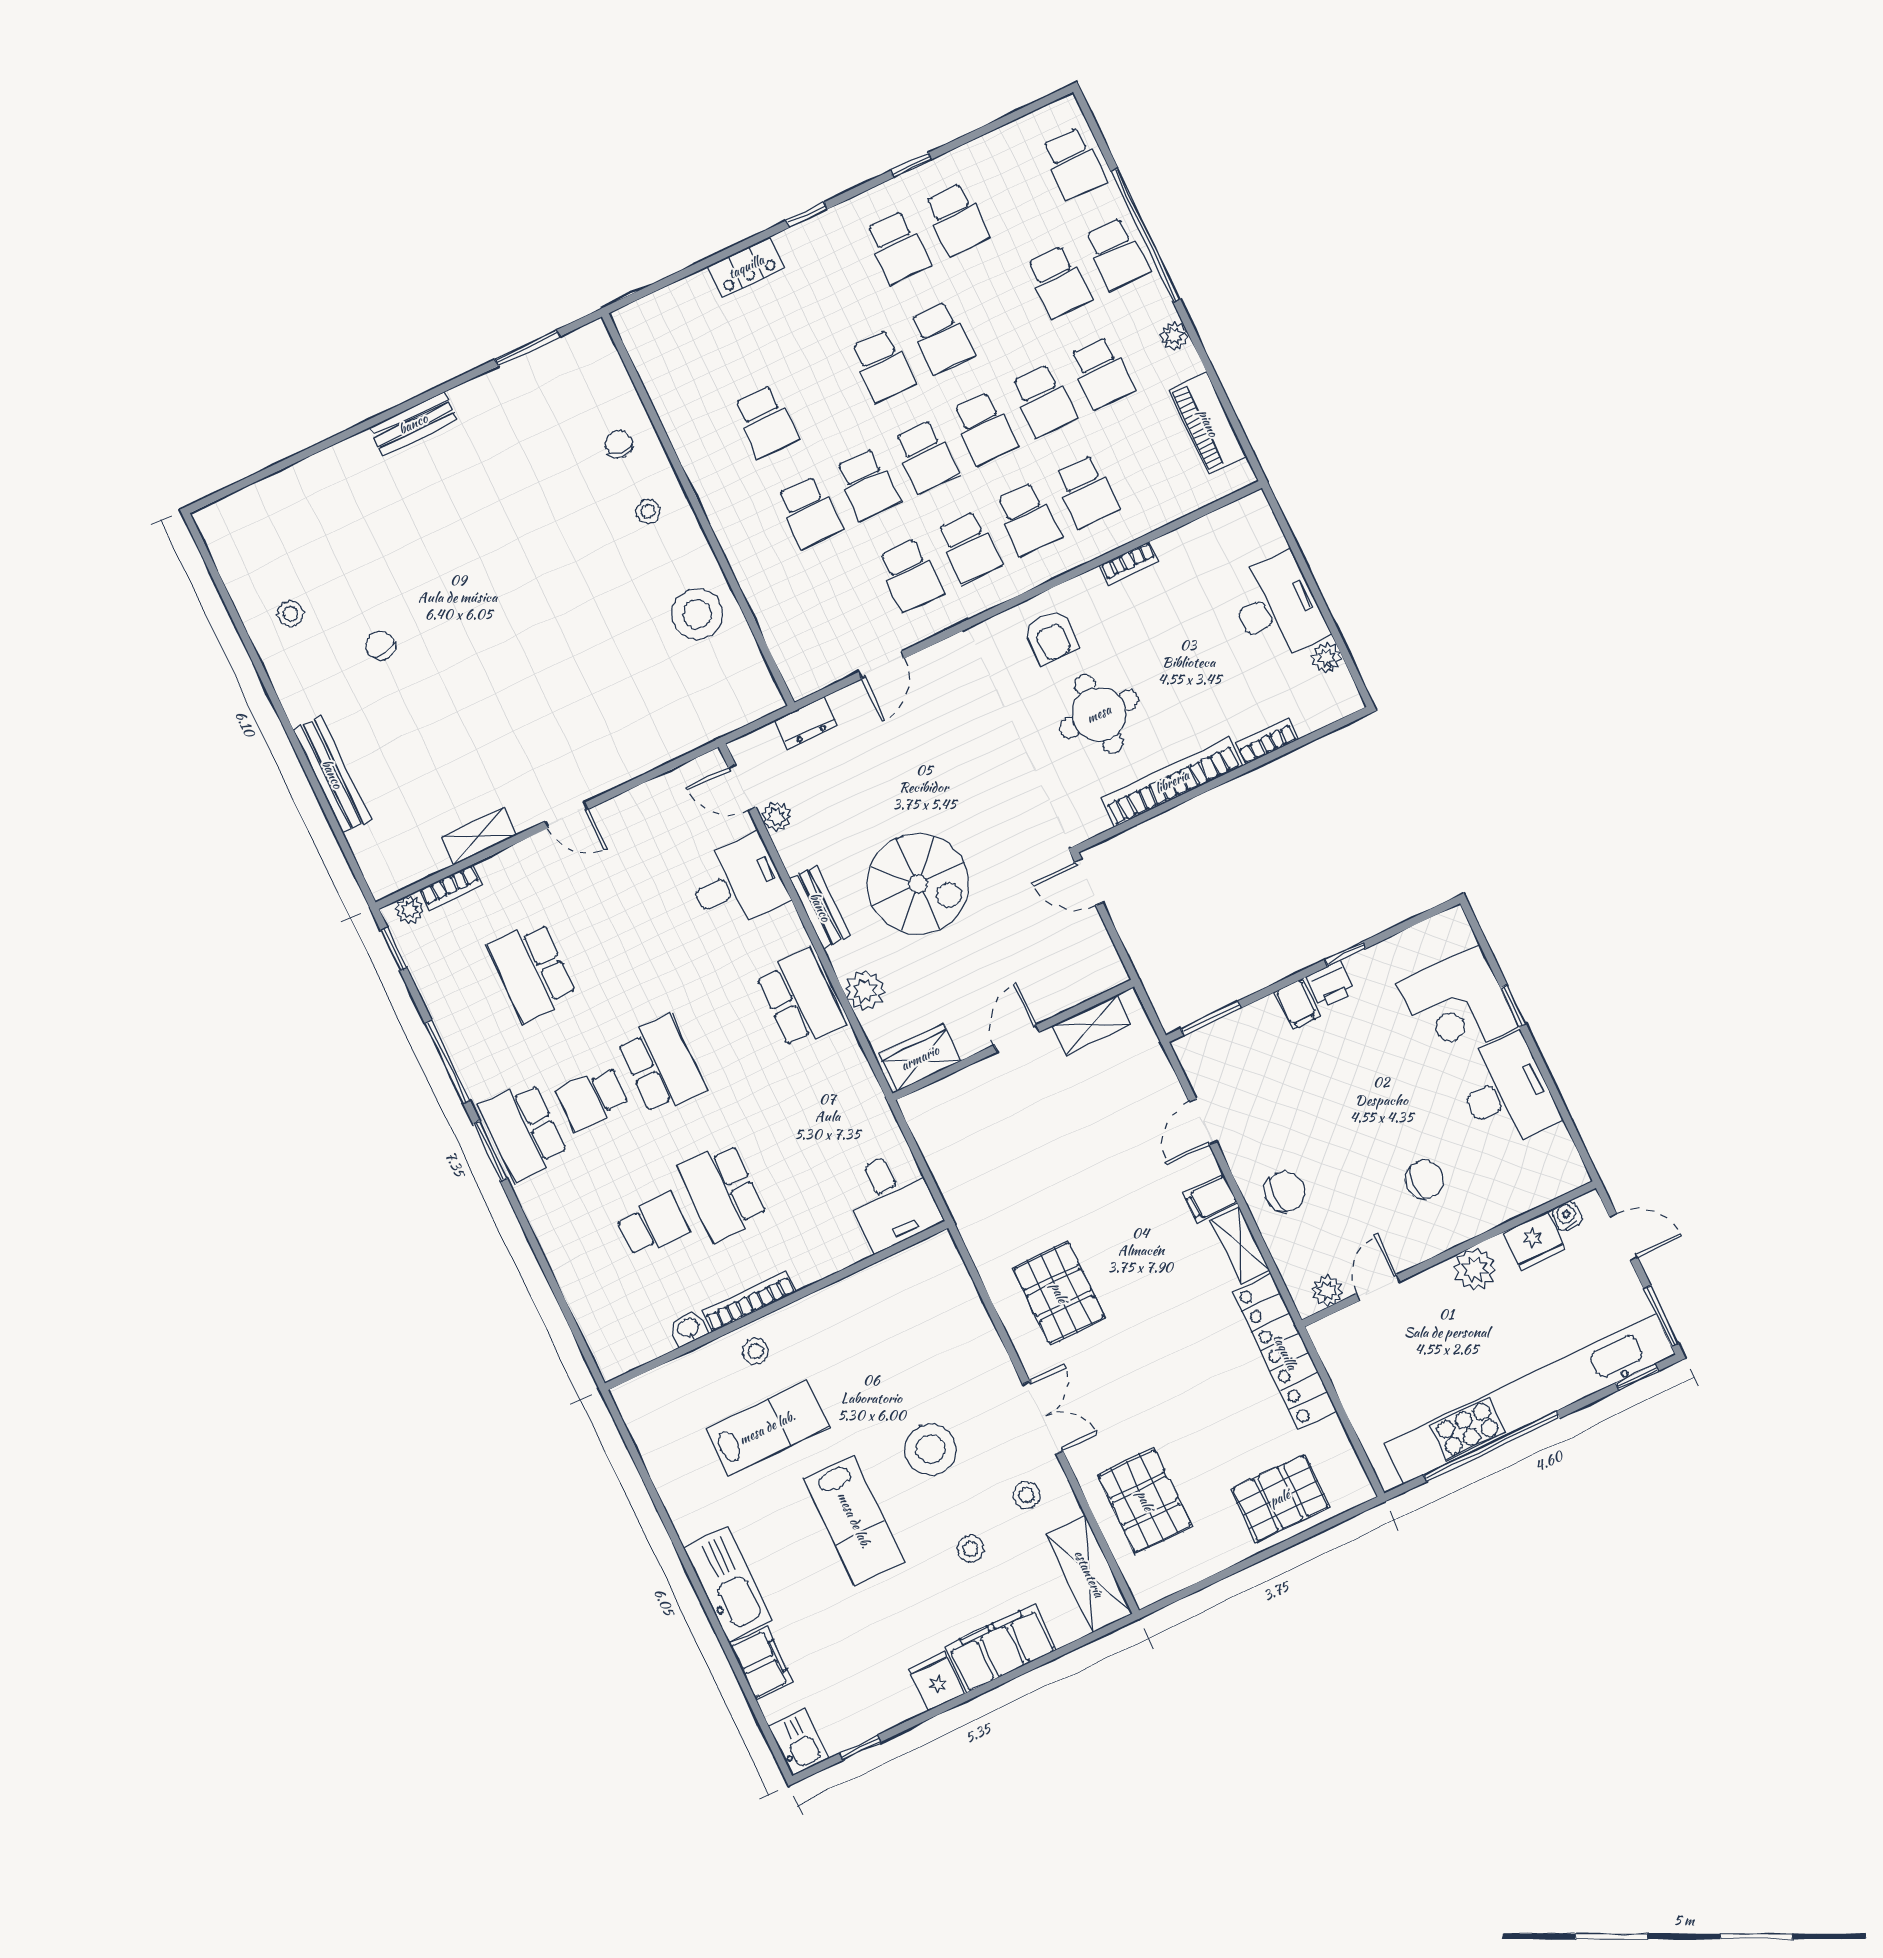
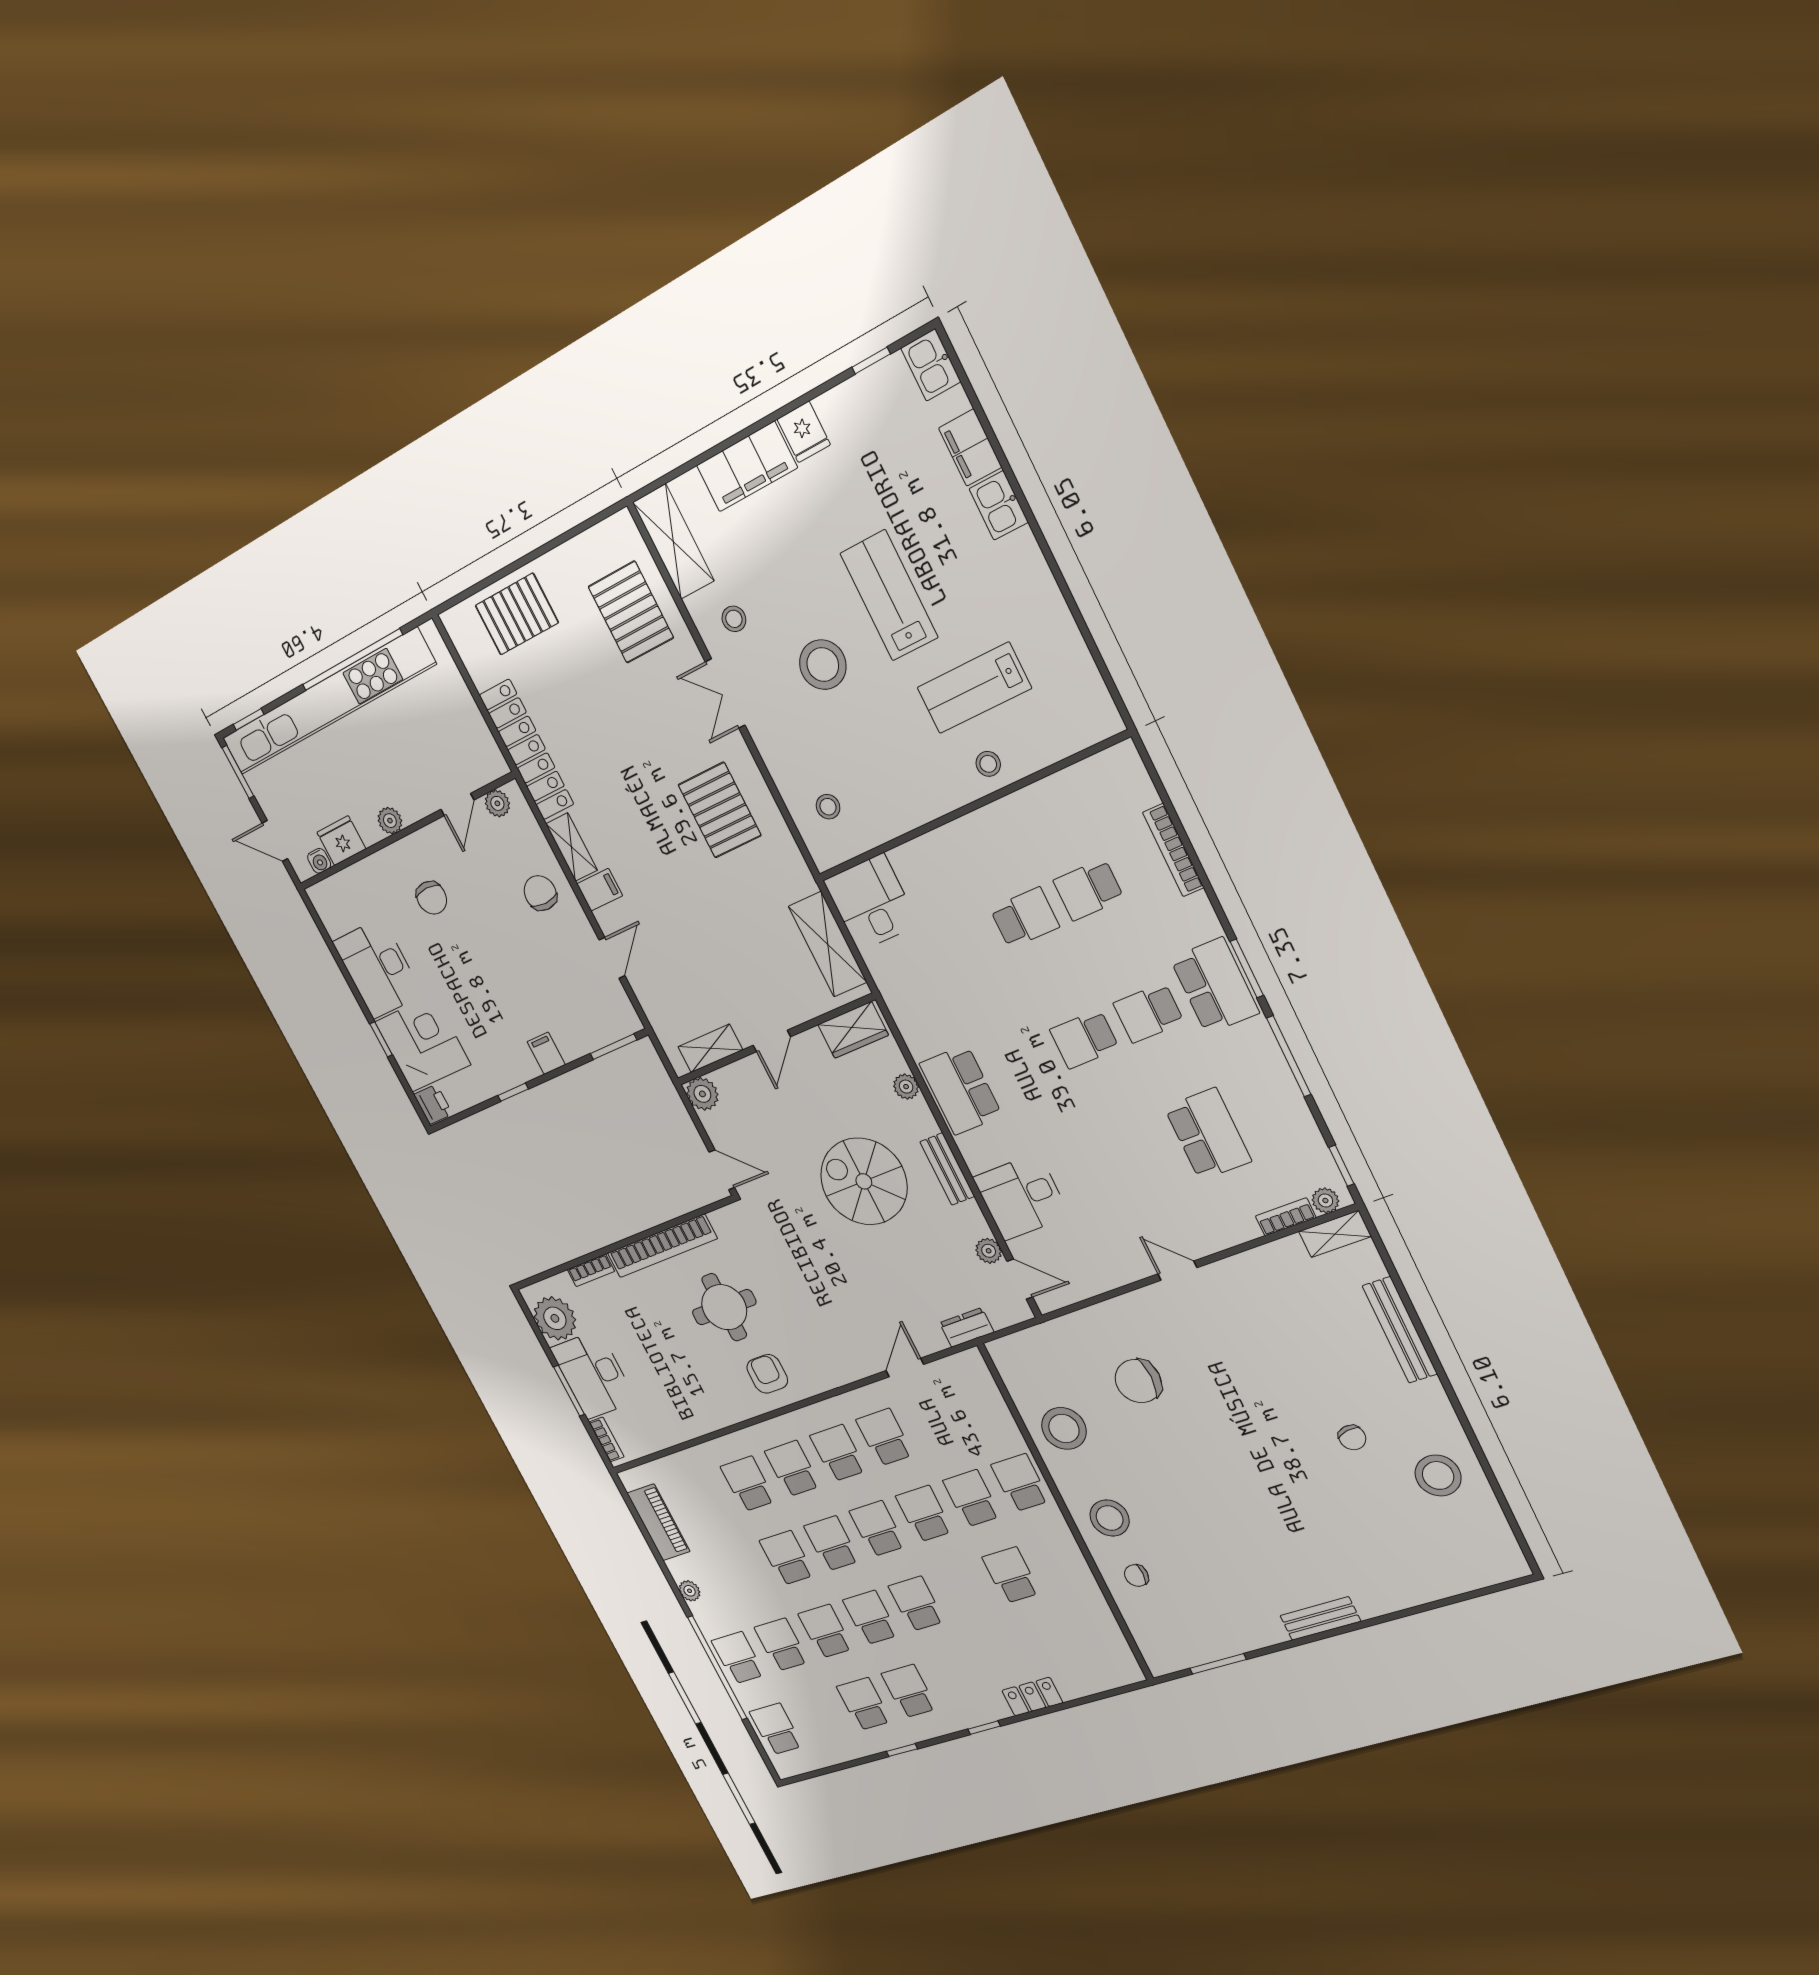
school desk: (1102, 373) -> (825, 1631), moved
chair: (619, 444) -> (1136, 1576), turned 84
stool: (648, 511) -> (1110, 1518), width x1.89, depth x1.89
school desk: (751, 540) -> (1020, 1483), added
bookcase: (1129, 563) -> (606, 1439), moved, turned 90
window: (1311, 583) -> (569, 1391), added
stool: (290, 614) -> (1438, 1476), width x1.89, depth x1.89
plant: (1327, 658) -> (555, 1318), width x1.88, depth x1.88
chair: (612, 682) -> (1138, 1381), added
shelving: (479, 836) -> (1335, 1234), moved
plant: (1105, 971) -> (702, 1094), added
printer: (1331, 985) -> (433, 1104), moved, turned 90
plant: (865, 991) -> (906, 1087), width x0.73, depth x0.73
school desk: (662, 1065) -> (1084, 1039), width x0.54
school desk: (593, 1098) -> (1149, 1013), turned 180
shelving: (944, 1151) -> (828, 944), added
chair: (1424, 1179) -> (432, 898), turned -90
chair: (1285, 1191) -> (540, 893), turned 90
school desk: (722, 1192) -> (1025, 918), width x0.54
plant: (1475, 1269) -> (390, 821), width x0.73, depth x0.73
bookcase: (749, 1301) -> (1173, 850), moved, turned 90
washbasin: (688, 1329) -> (1052, 788), removed
stool: (970, 1549) -> (828, 807), moved
kitchen sink: (728, 1584) -> (999, 505), width x0.53, depth x0.81

